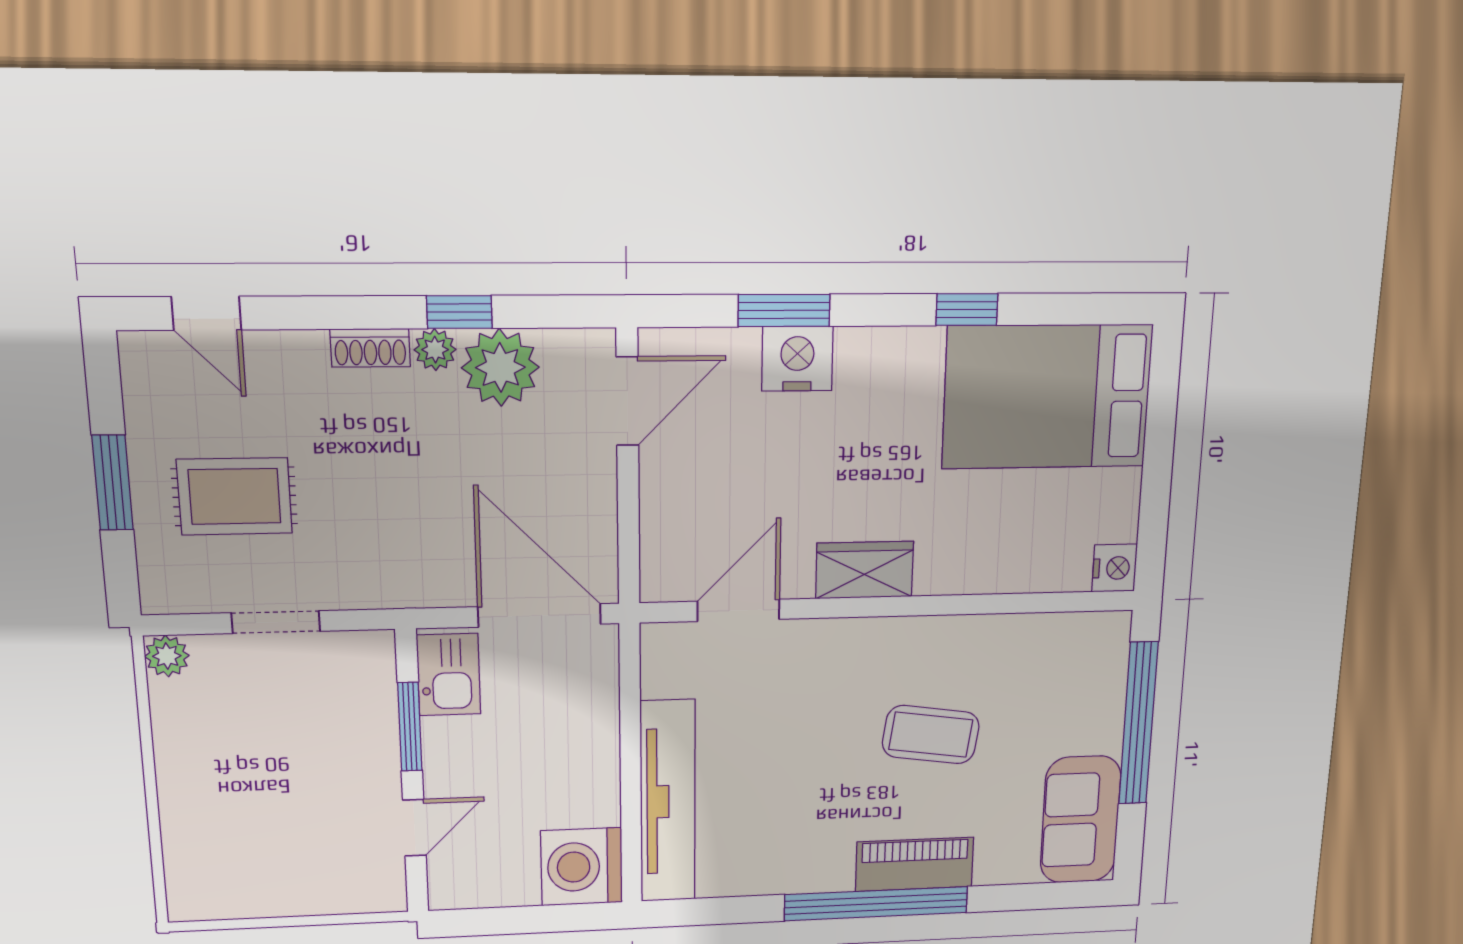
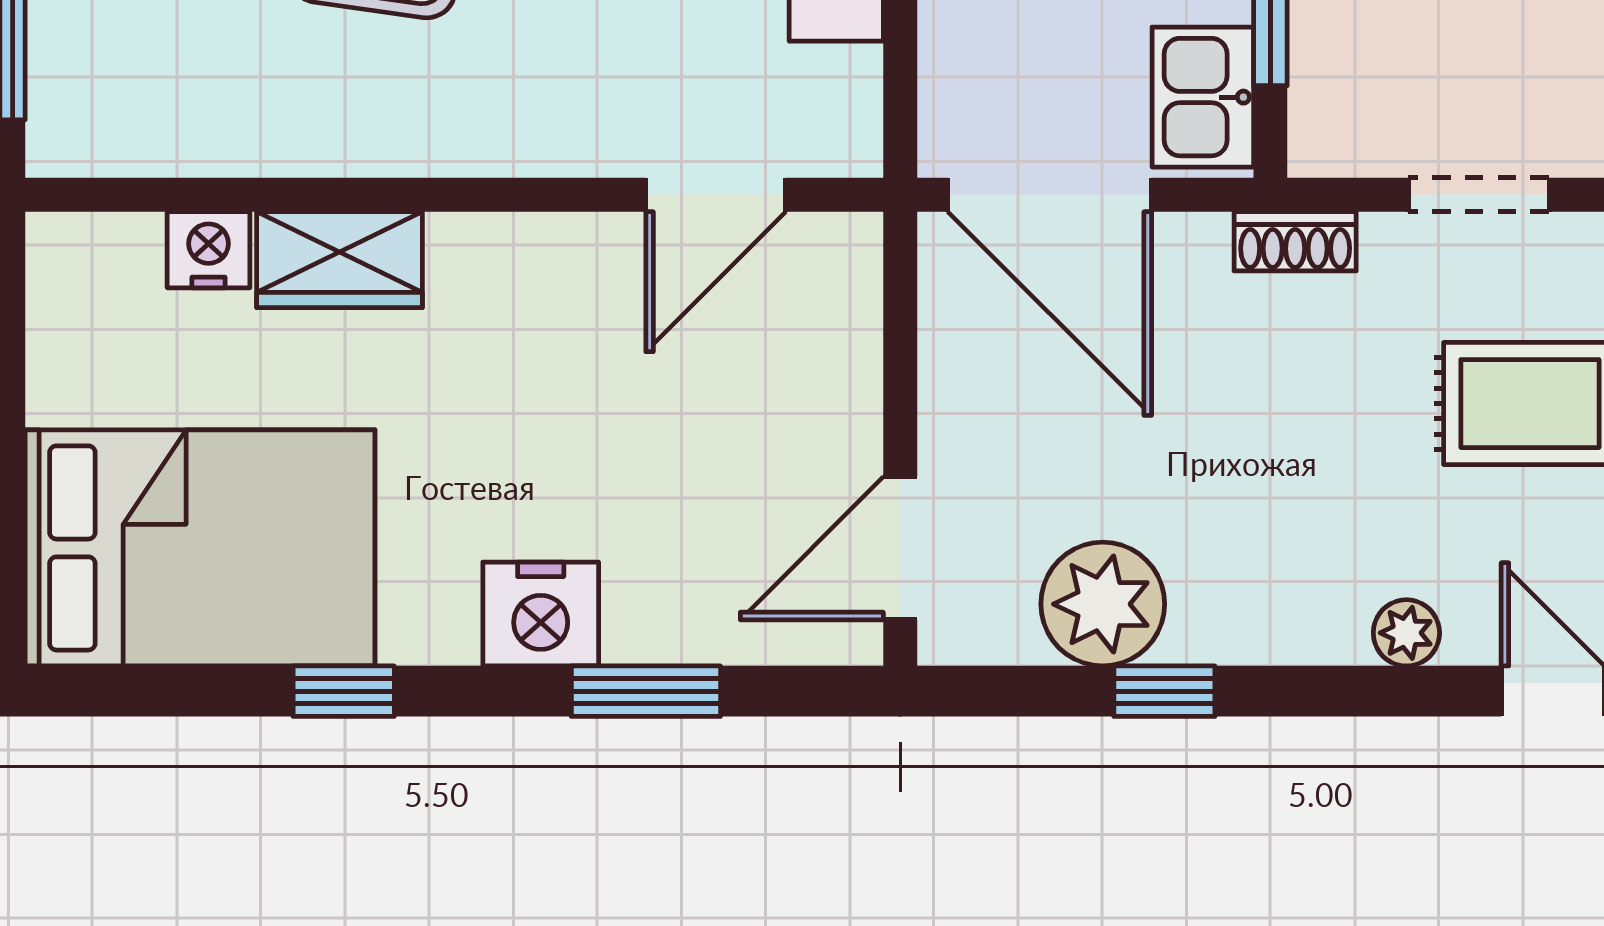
shoe rack: (370, 348) -> (1295, 241), moved, turned 180
plant: (435, 350) -> (1406, 633), moved
nightstand: (797, 359) -> (541, 614), moved
nightstand: (1115, 568) -> (209, 250), moved, turned 90
wardrobe: (865, 570) -> (339, 260), moved

